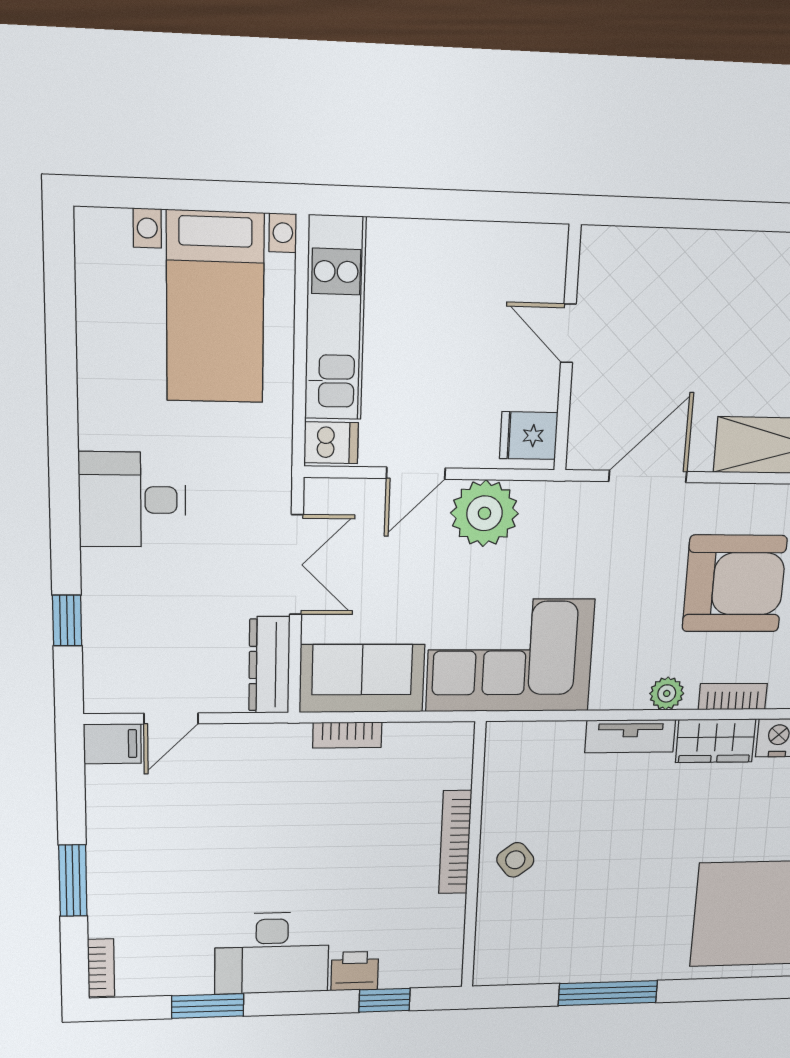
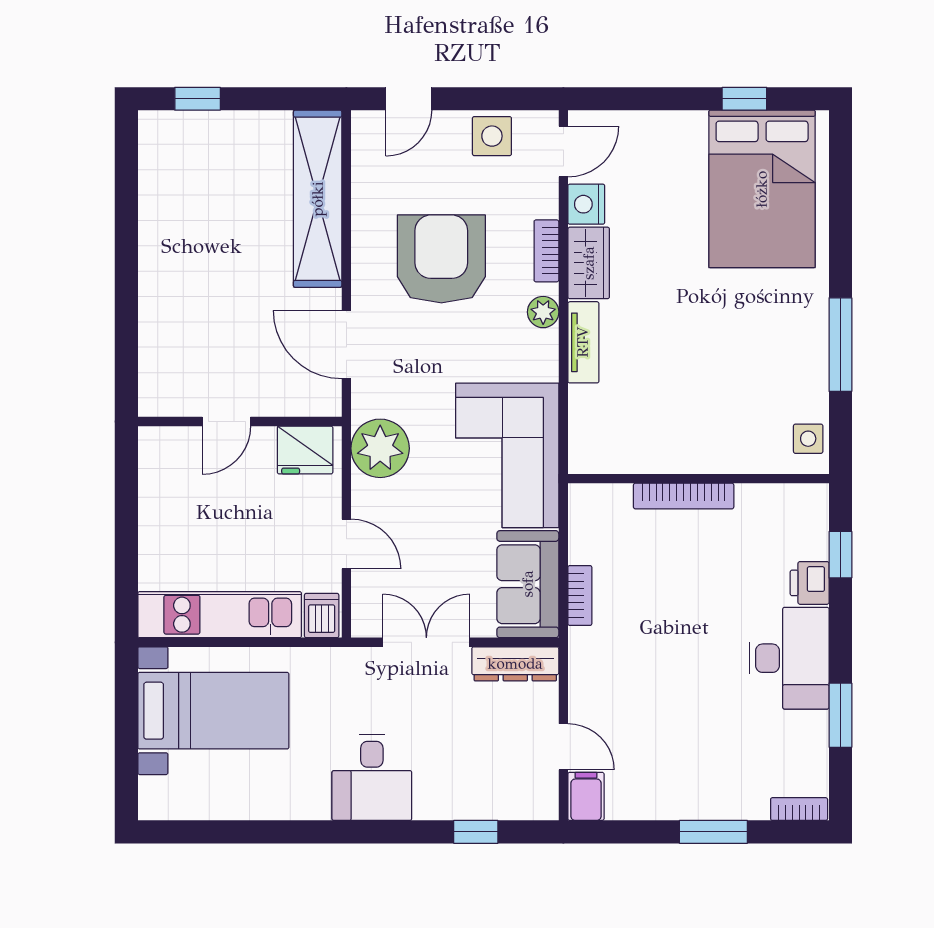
fridge: (529, 436) -> (305, 450), width x1.38
plant: (484, 513) -> (380, 448), moved
side table: (515, 860) -> (808, 439), moved, turned 38

